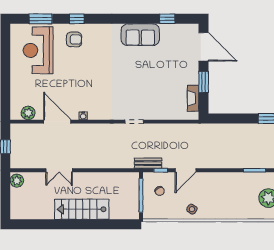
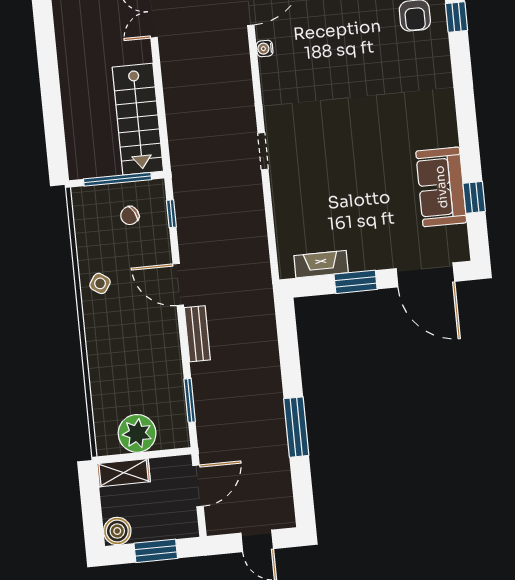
sofa: (140, 35) -> (441, 187), moved
door: (204, 47) -> (425, 275), hinge flipped
bench: (148, 163) -> (197, 334), moved
door: (186, 170) -> (178, 284), moved
stairs: (82, 209) -> (138, 119), moved, turned 180

